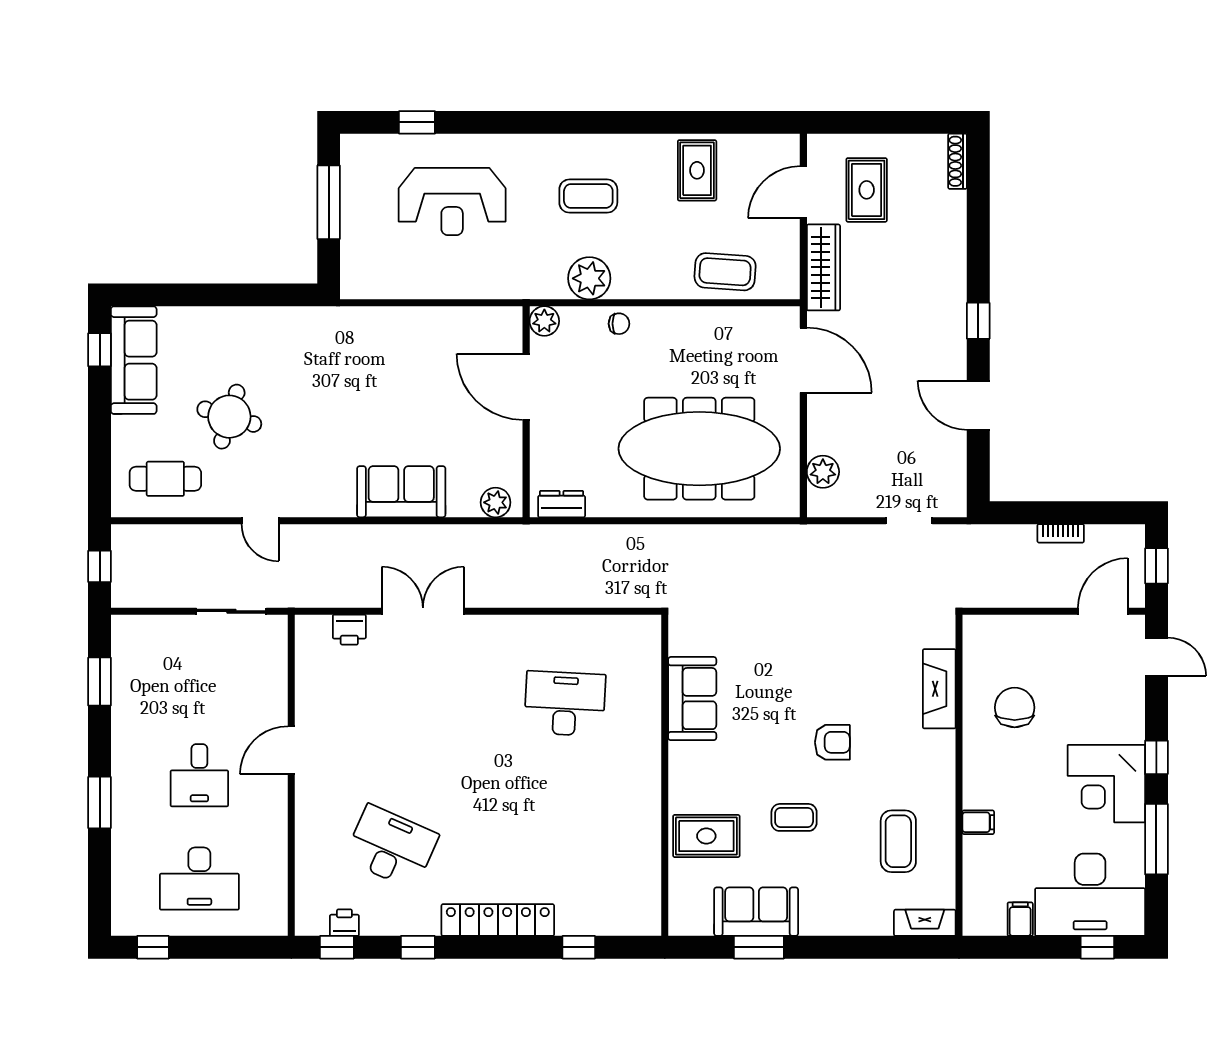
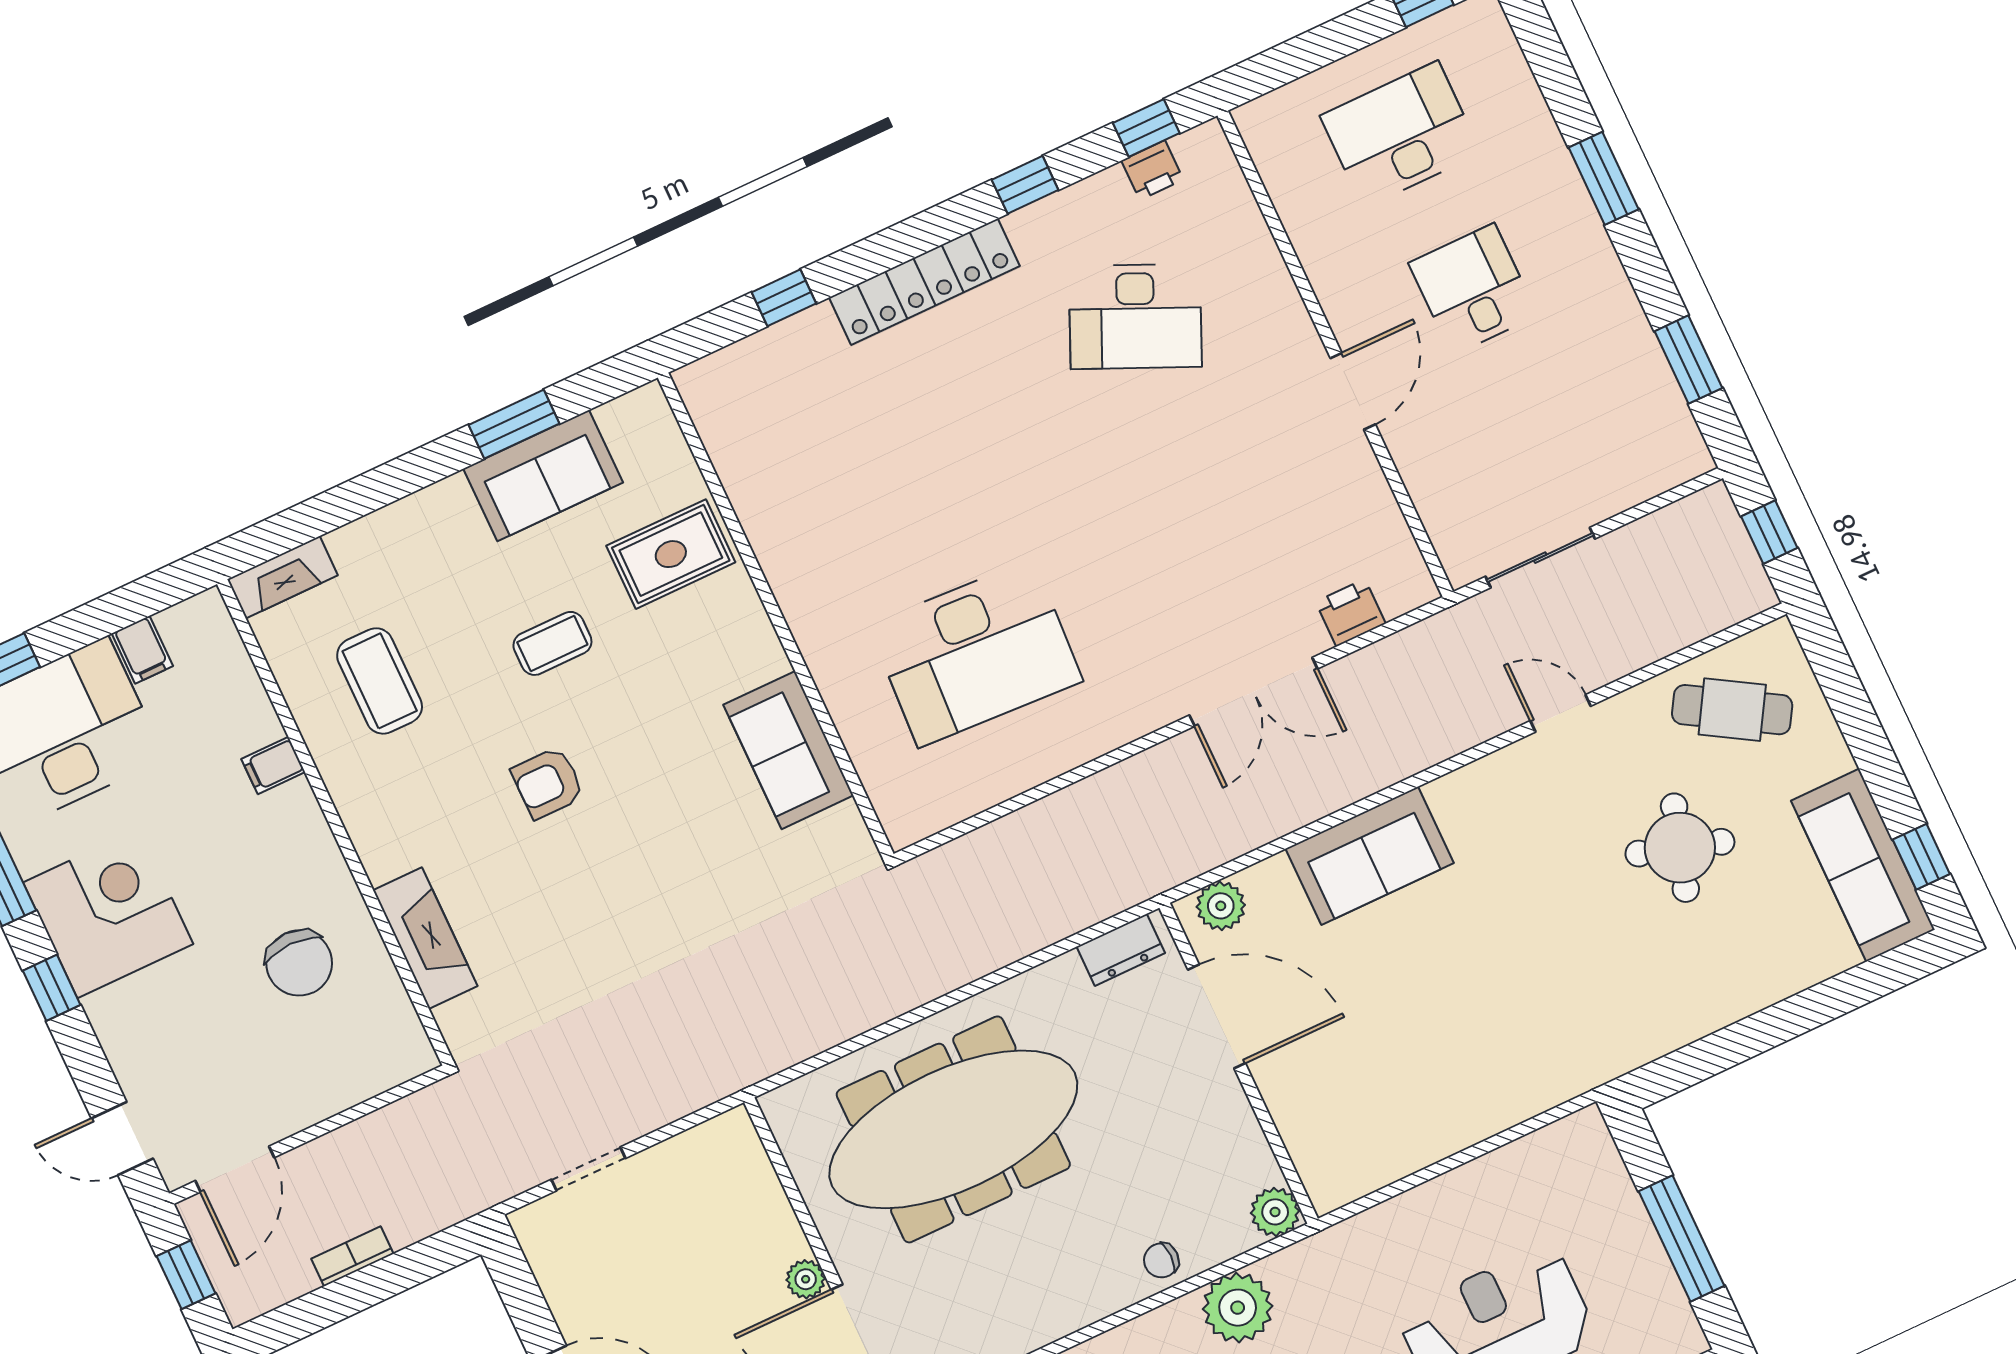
door: (526, 387) -> (1217, 1016), moved
plant: (823, 472) -> (806, 1279), moved, width x0.73, depth x0.73
cafe table: (165, 479) -> (1732, 710), turned 31
desk: (565, 704) -> (976, 653), width x1.36, depth x1.30

